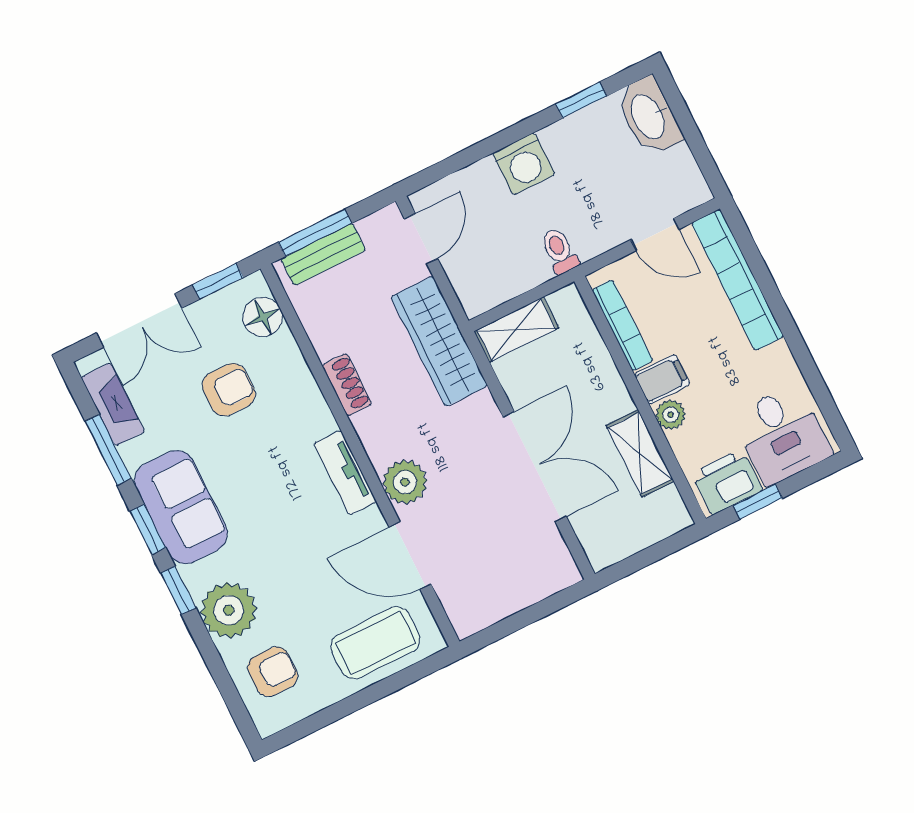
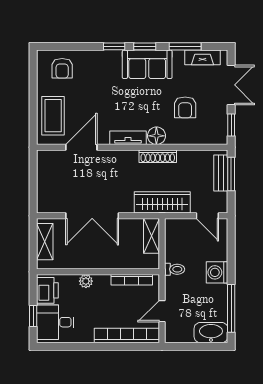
window: (581, 100) -> (231, 308), width x2.17
floor lamp: (263, 317) -> (156, 136), moved
double door: (139, 321) -> (231, 85), swing flipped
filing cabinet: (662, 379) -> (102, 285), removed
shoe rack: (347, 385) -> (158, 156), width x1.43
shelving: (640, 453) -> (45, 242), moved, turned 90
plant: (405, 482) -> (112, 160), removed
window: (758, 502) -> (33, 316), moved
plant: (229, 610) -> (96, 63), removed

